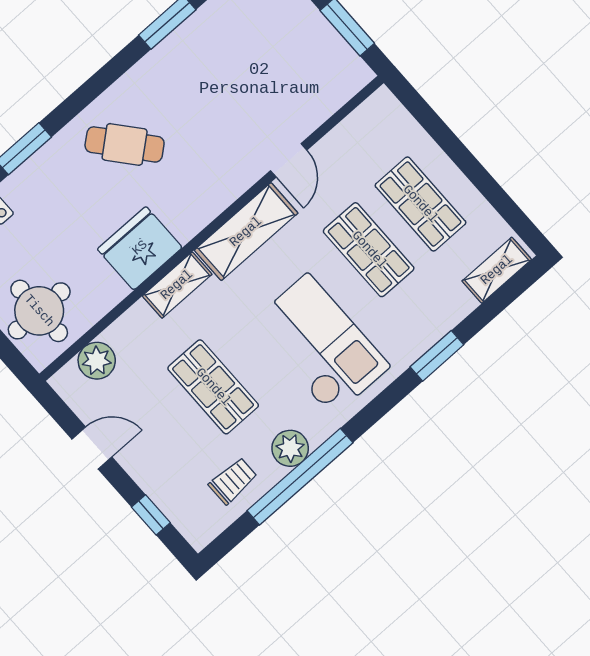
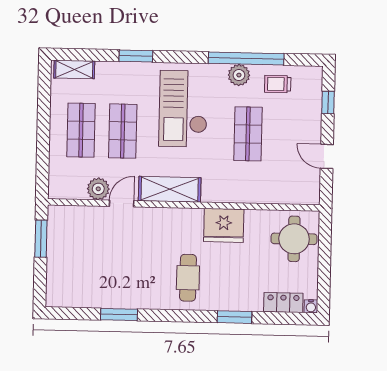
cafe table: (125, 144) -> (188, 278), turned 40
shelving: (177, 285) -> (222, 194), removed
plant: (97, 361) -> (98, 189), moved

